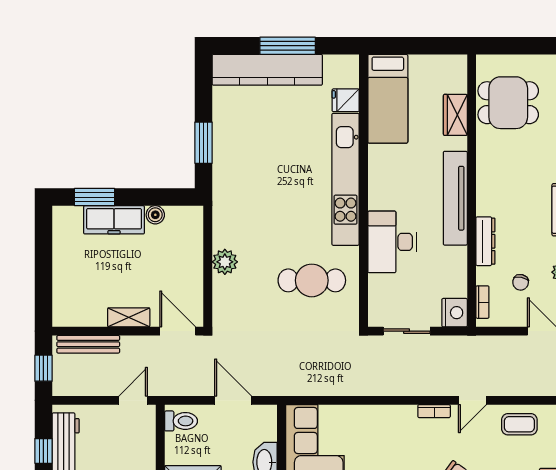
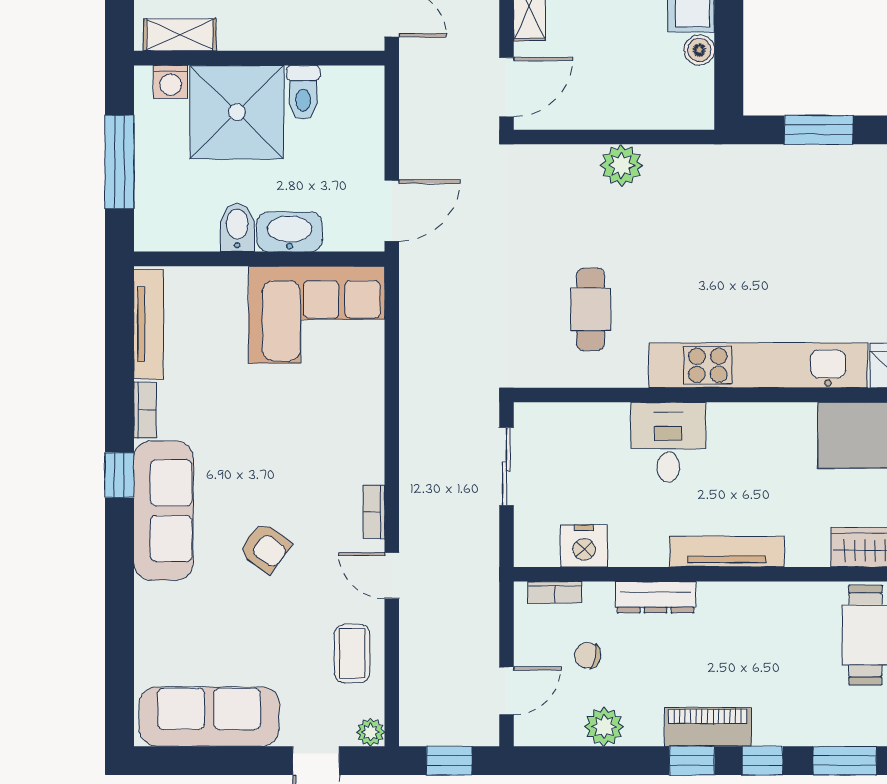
tv unit: (455, 198) -> (727, 552), width x0.73, depth x0.78
desk: (392, 242) -> (668, 442), width x0.73
cafe table: (312, 280) -> (591, 309), width x0.73, depth x0.74
nightstand: (455, 313) -> (584, 546), moved
door: (233, 400) -> (392, 211), moved
toilet: (181, 421) -> (303, 93), moved

